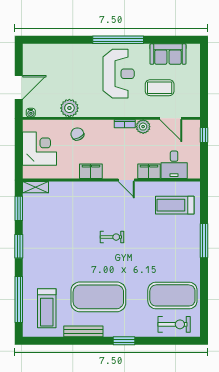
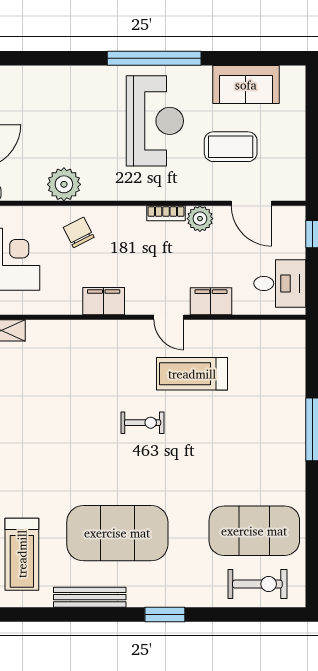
desk: (174, 165) -> (280, 283), moved, turned -90
treadmill: (175, 205) -> (192, 374), moved

